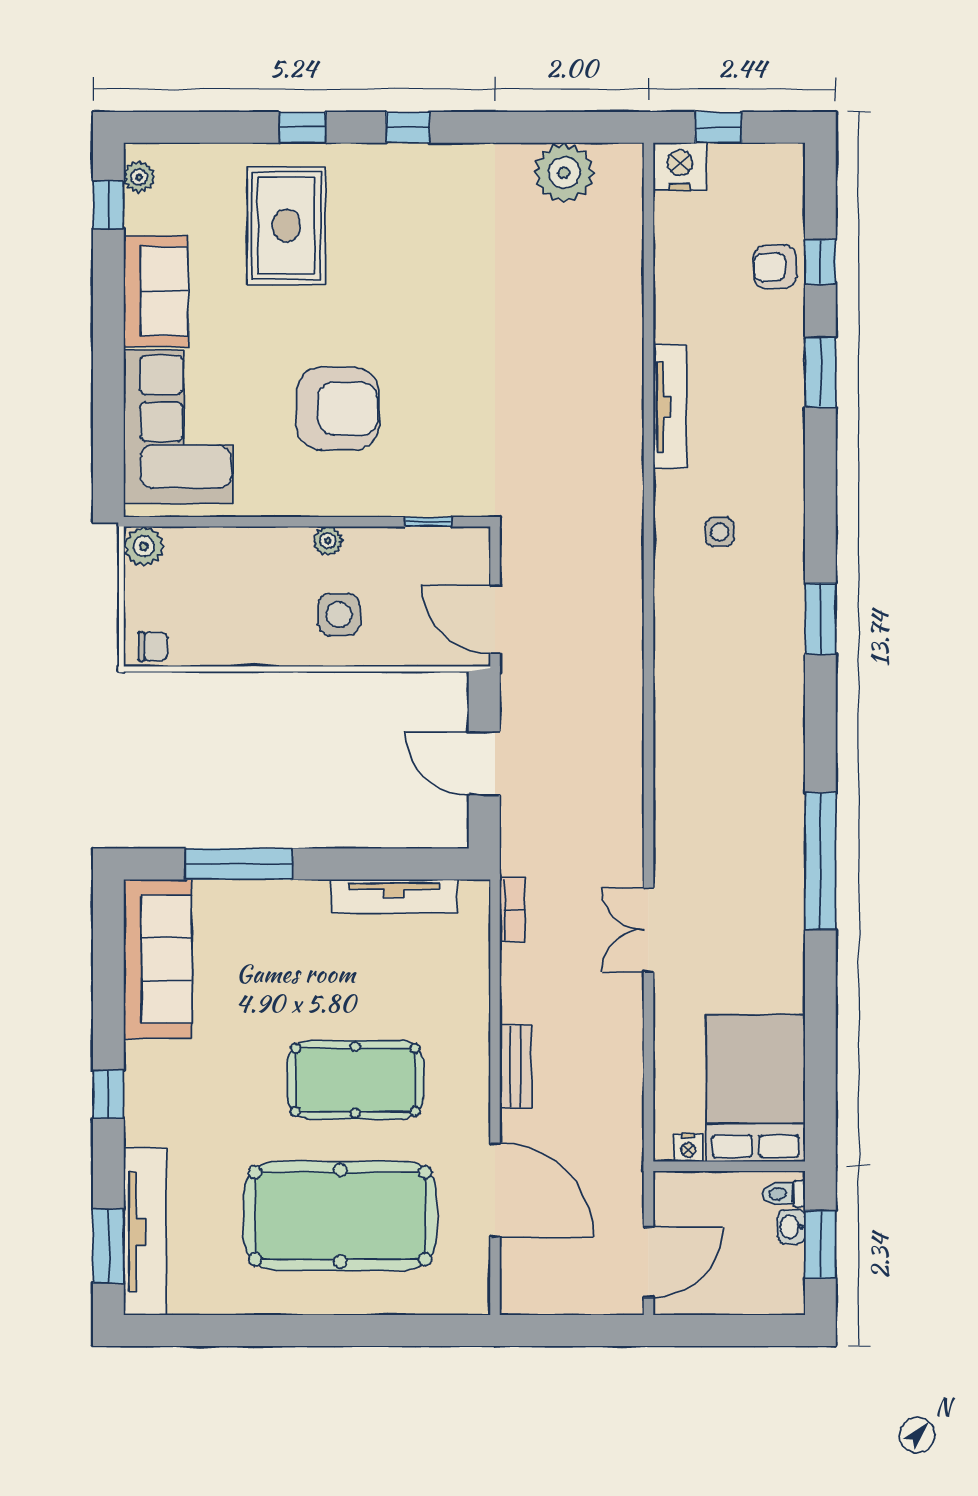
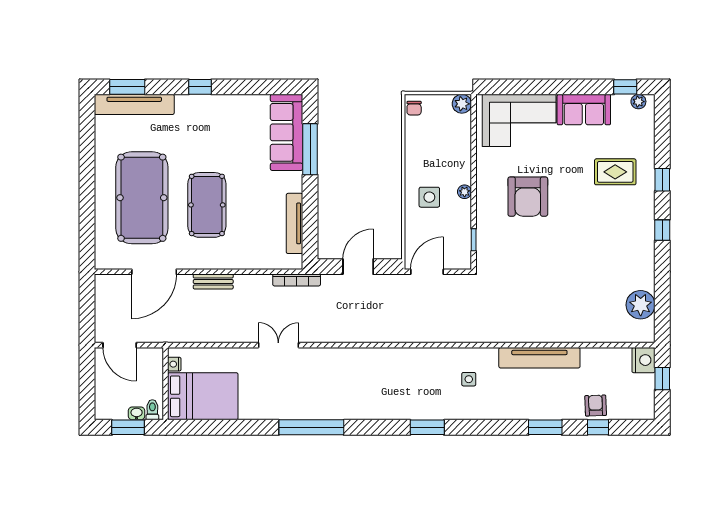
rug: (286, 226) -> (615, 172), width x0.73, depth x0.70
tv unit: (670, 407) -> (539, 358), width x1.36, depth x1.29
bookcase: (512, 910) -> (297, 280), width x1.56
sofa: (158, 959) -> (286, 132), moved, turned 90

